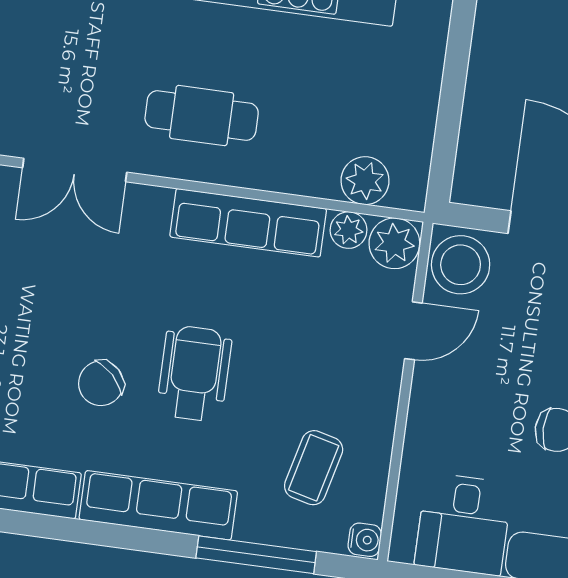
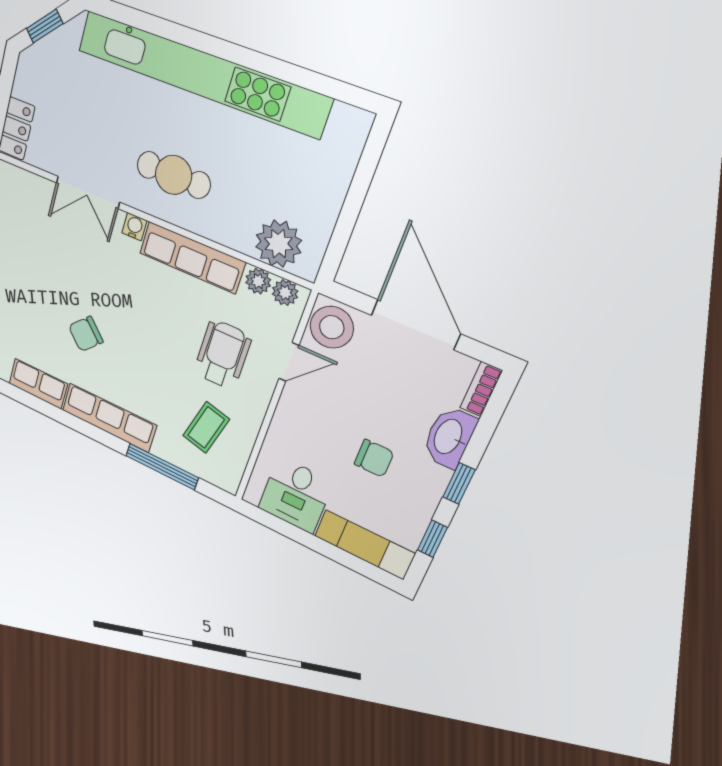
plant: (365, 181) -> (279, 244), width x1.36, depth x1.36
plant: (394, 243) -> (285, 293), width x0.73, depth x0.73
wheelchair: (194, 373) -> (222, 354), moved
water cooler: (365, 540) -> (134, 227), moved, turned -90

